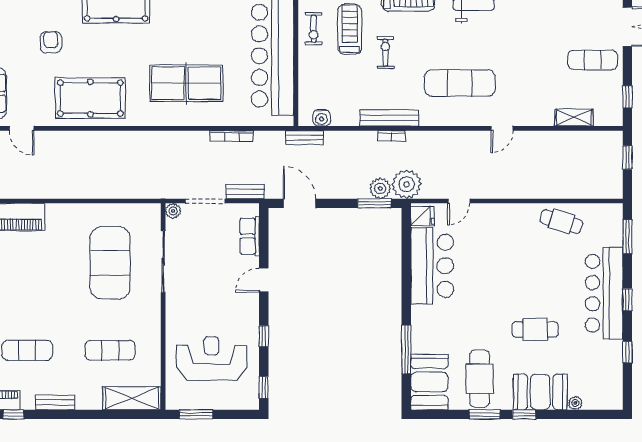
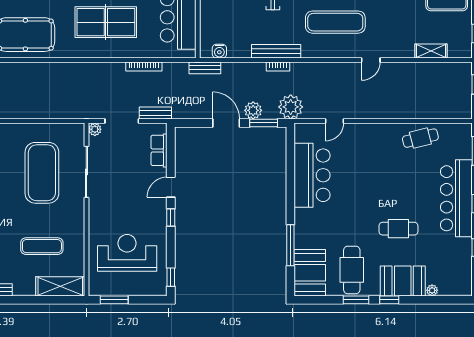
plant: (380, 188) -> (253, 110), moved
door: (299, 203) -> (226, 123), moved
fridge: (422, 216) -> (304, 134), removed
cafe table: (561, 221) -> (420, 138), turned -31
window: (264, 336) -> (171, 218), moved

